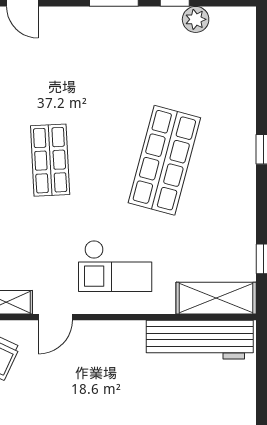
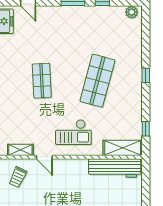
plant: (196, 19) -> (132, 12), moved
door: (55, 317) -> (44, 157), hinge flipped

